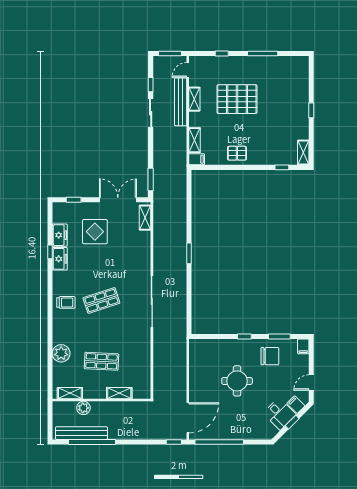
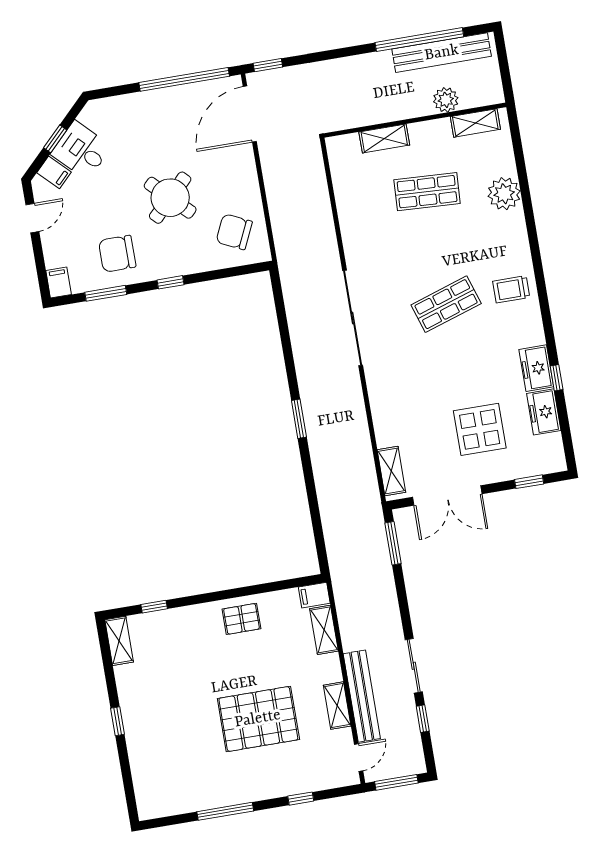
chair: (206, 357) -> (234, 232), added
round table: (237, 381) -> (170, 198), turned 45

